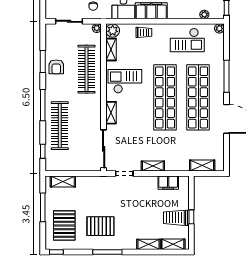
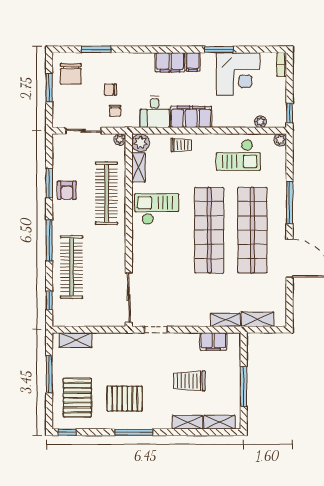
shelving: (111, 113) -> (138, 250), removed
shelving: (153, 166) -> (225, 320), moved
window: (191, 217) -> (244, 386), width x2.17
trolley: (175, 218) -> (189, 381), moved

